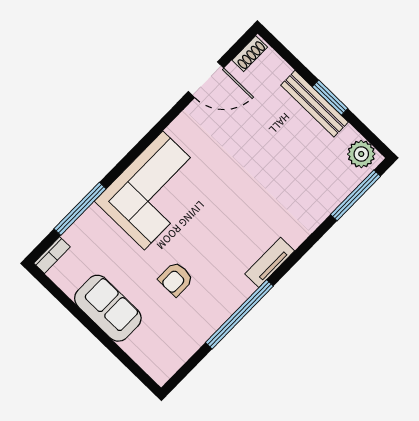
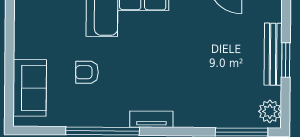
sofa: (108, 308) -> (30, 88), moved

